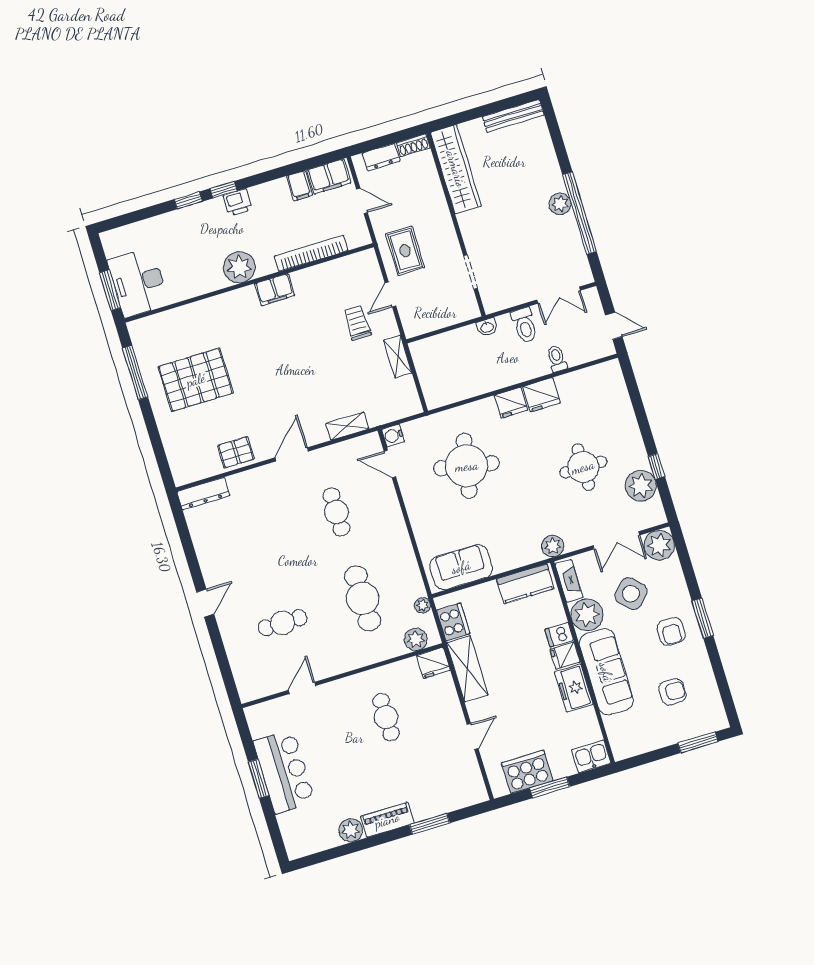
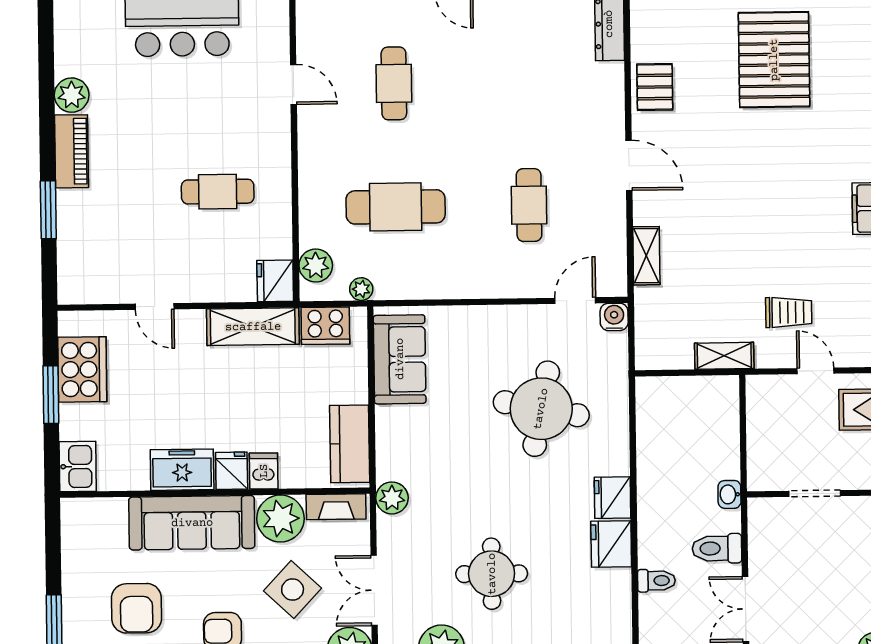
cafe table: (336, 512) -> (529, 205), turned 90
armchair: (672, 692) -> (137, 608), width x1.38, depth x1.38

